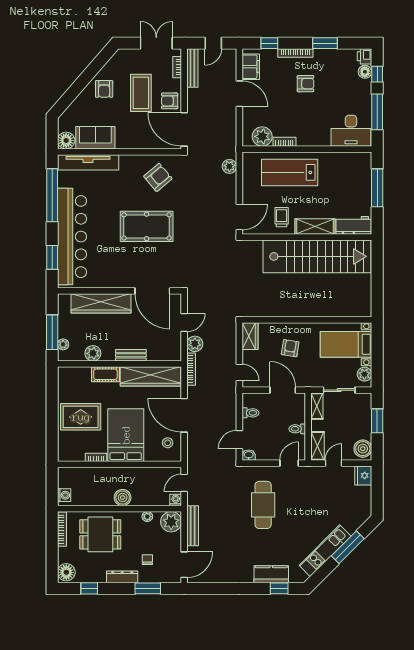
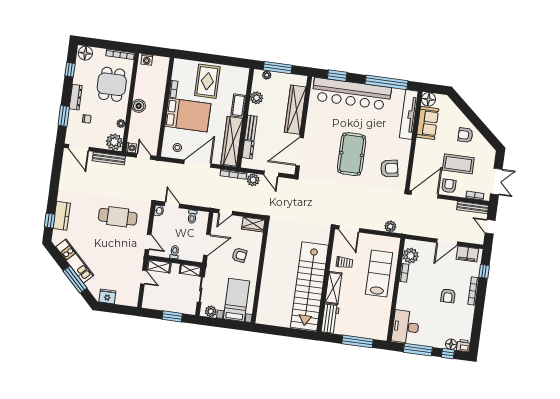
window: (325, 43) -> (478, 316), removed
armchair: (158, 177) -> (389, 168), turned -60
dresser: (158, 355) -> (248, 150), added
boiler: (363, 449) -> (152, 302), removed
fridge: (363, 475) -> (107, 296), moved

